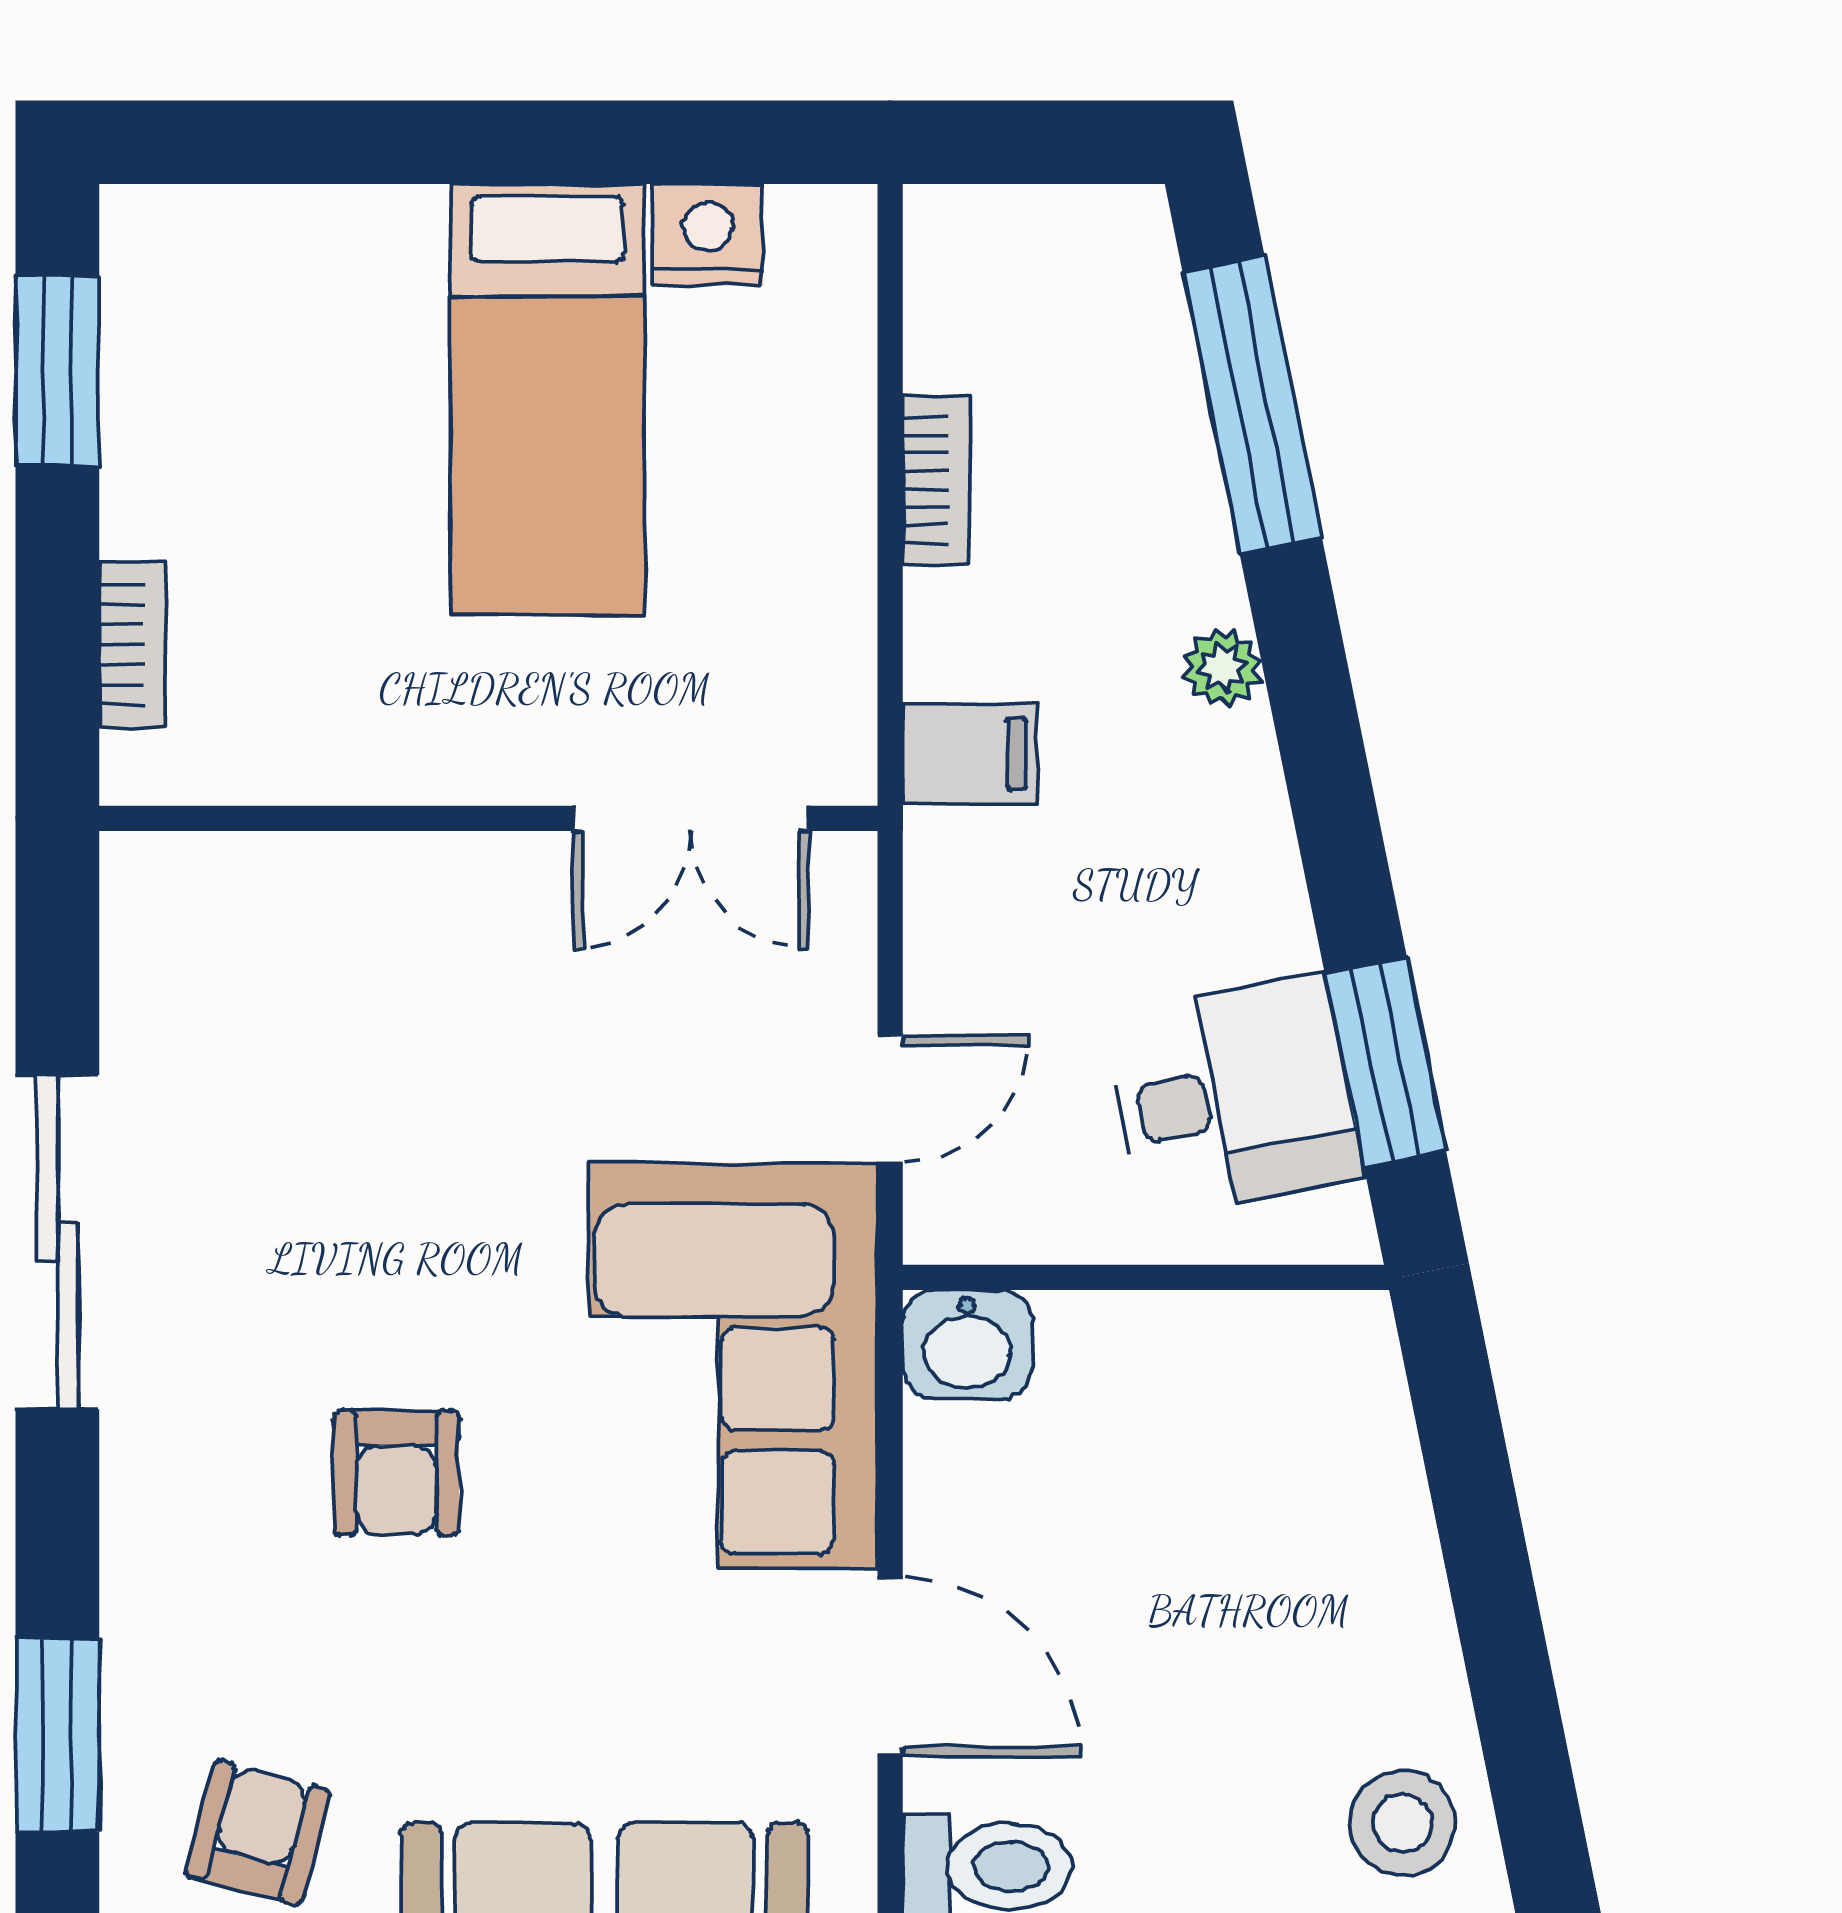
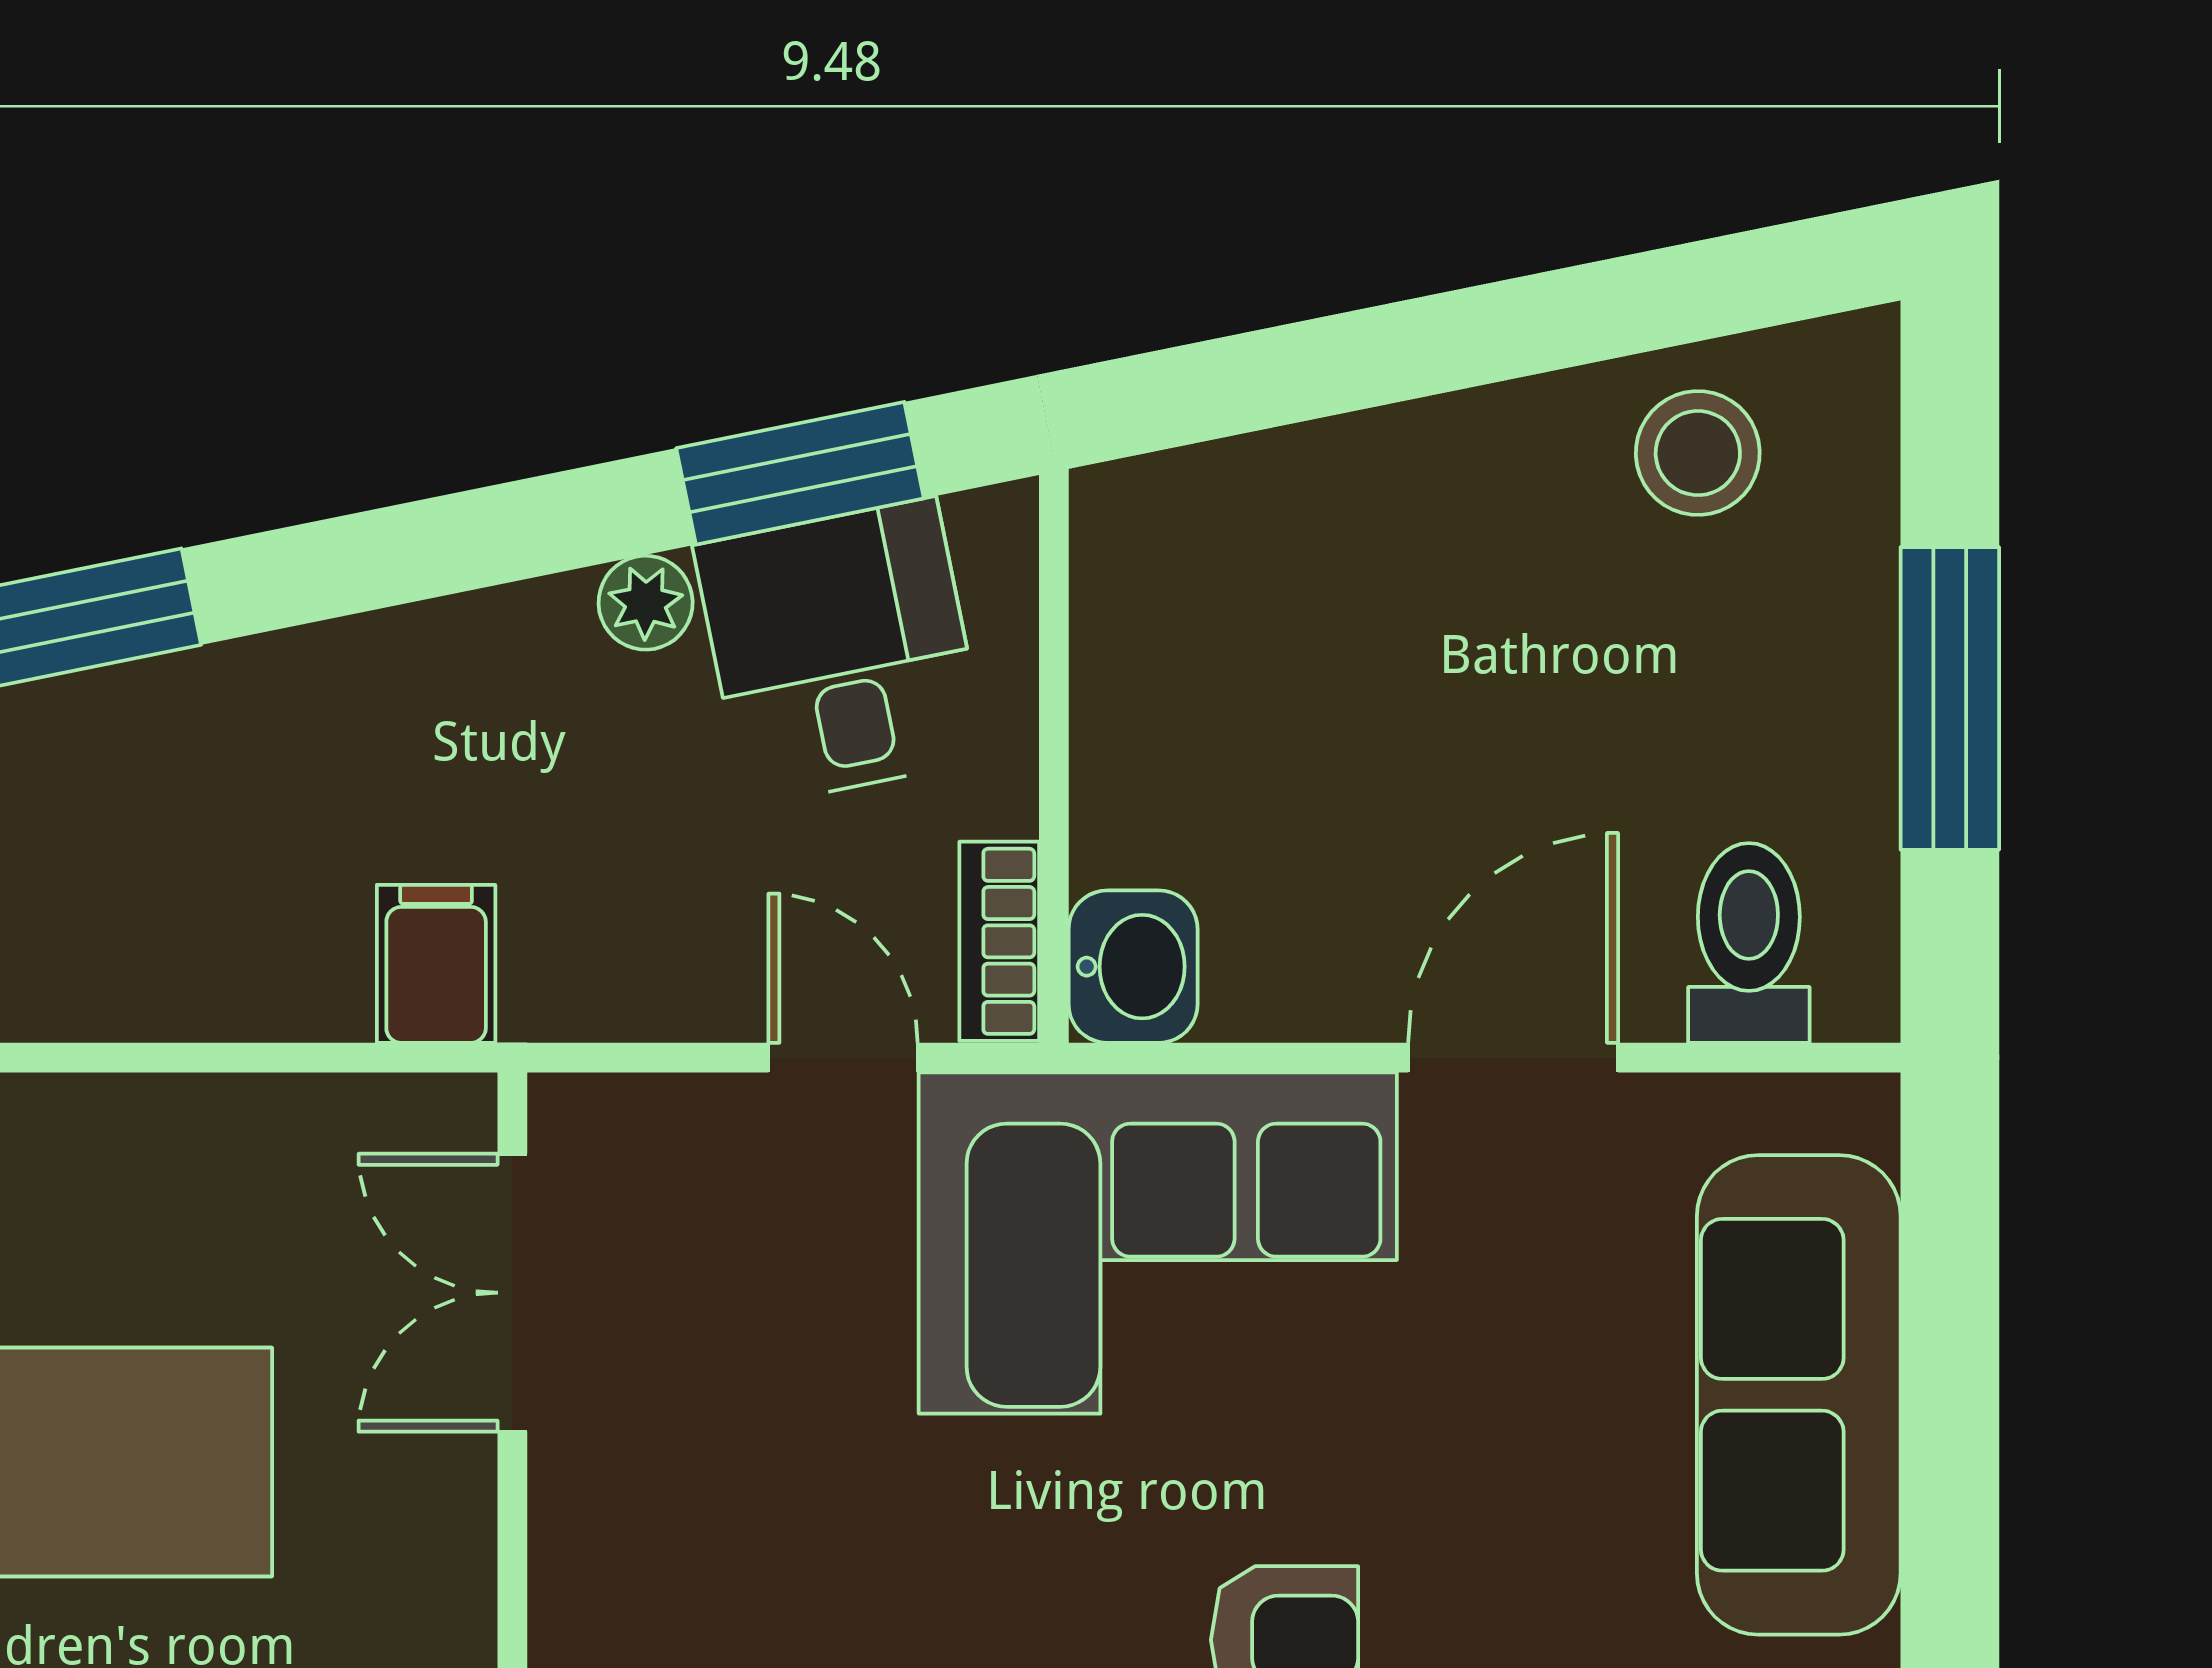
bookcase: (936, 480) -> (999, 941), moved, turned -90
plant: (1222, 668) -> (646, 603), moved
double door: (691, 818) -> (512, 1293), swing flipped

